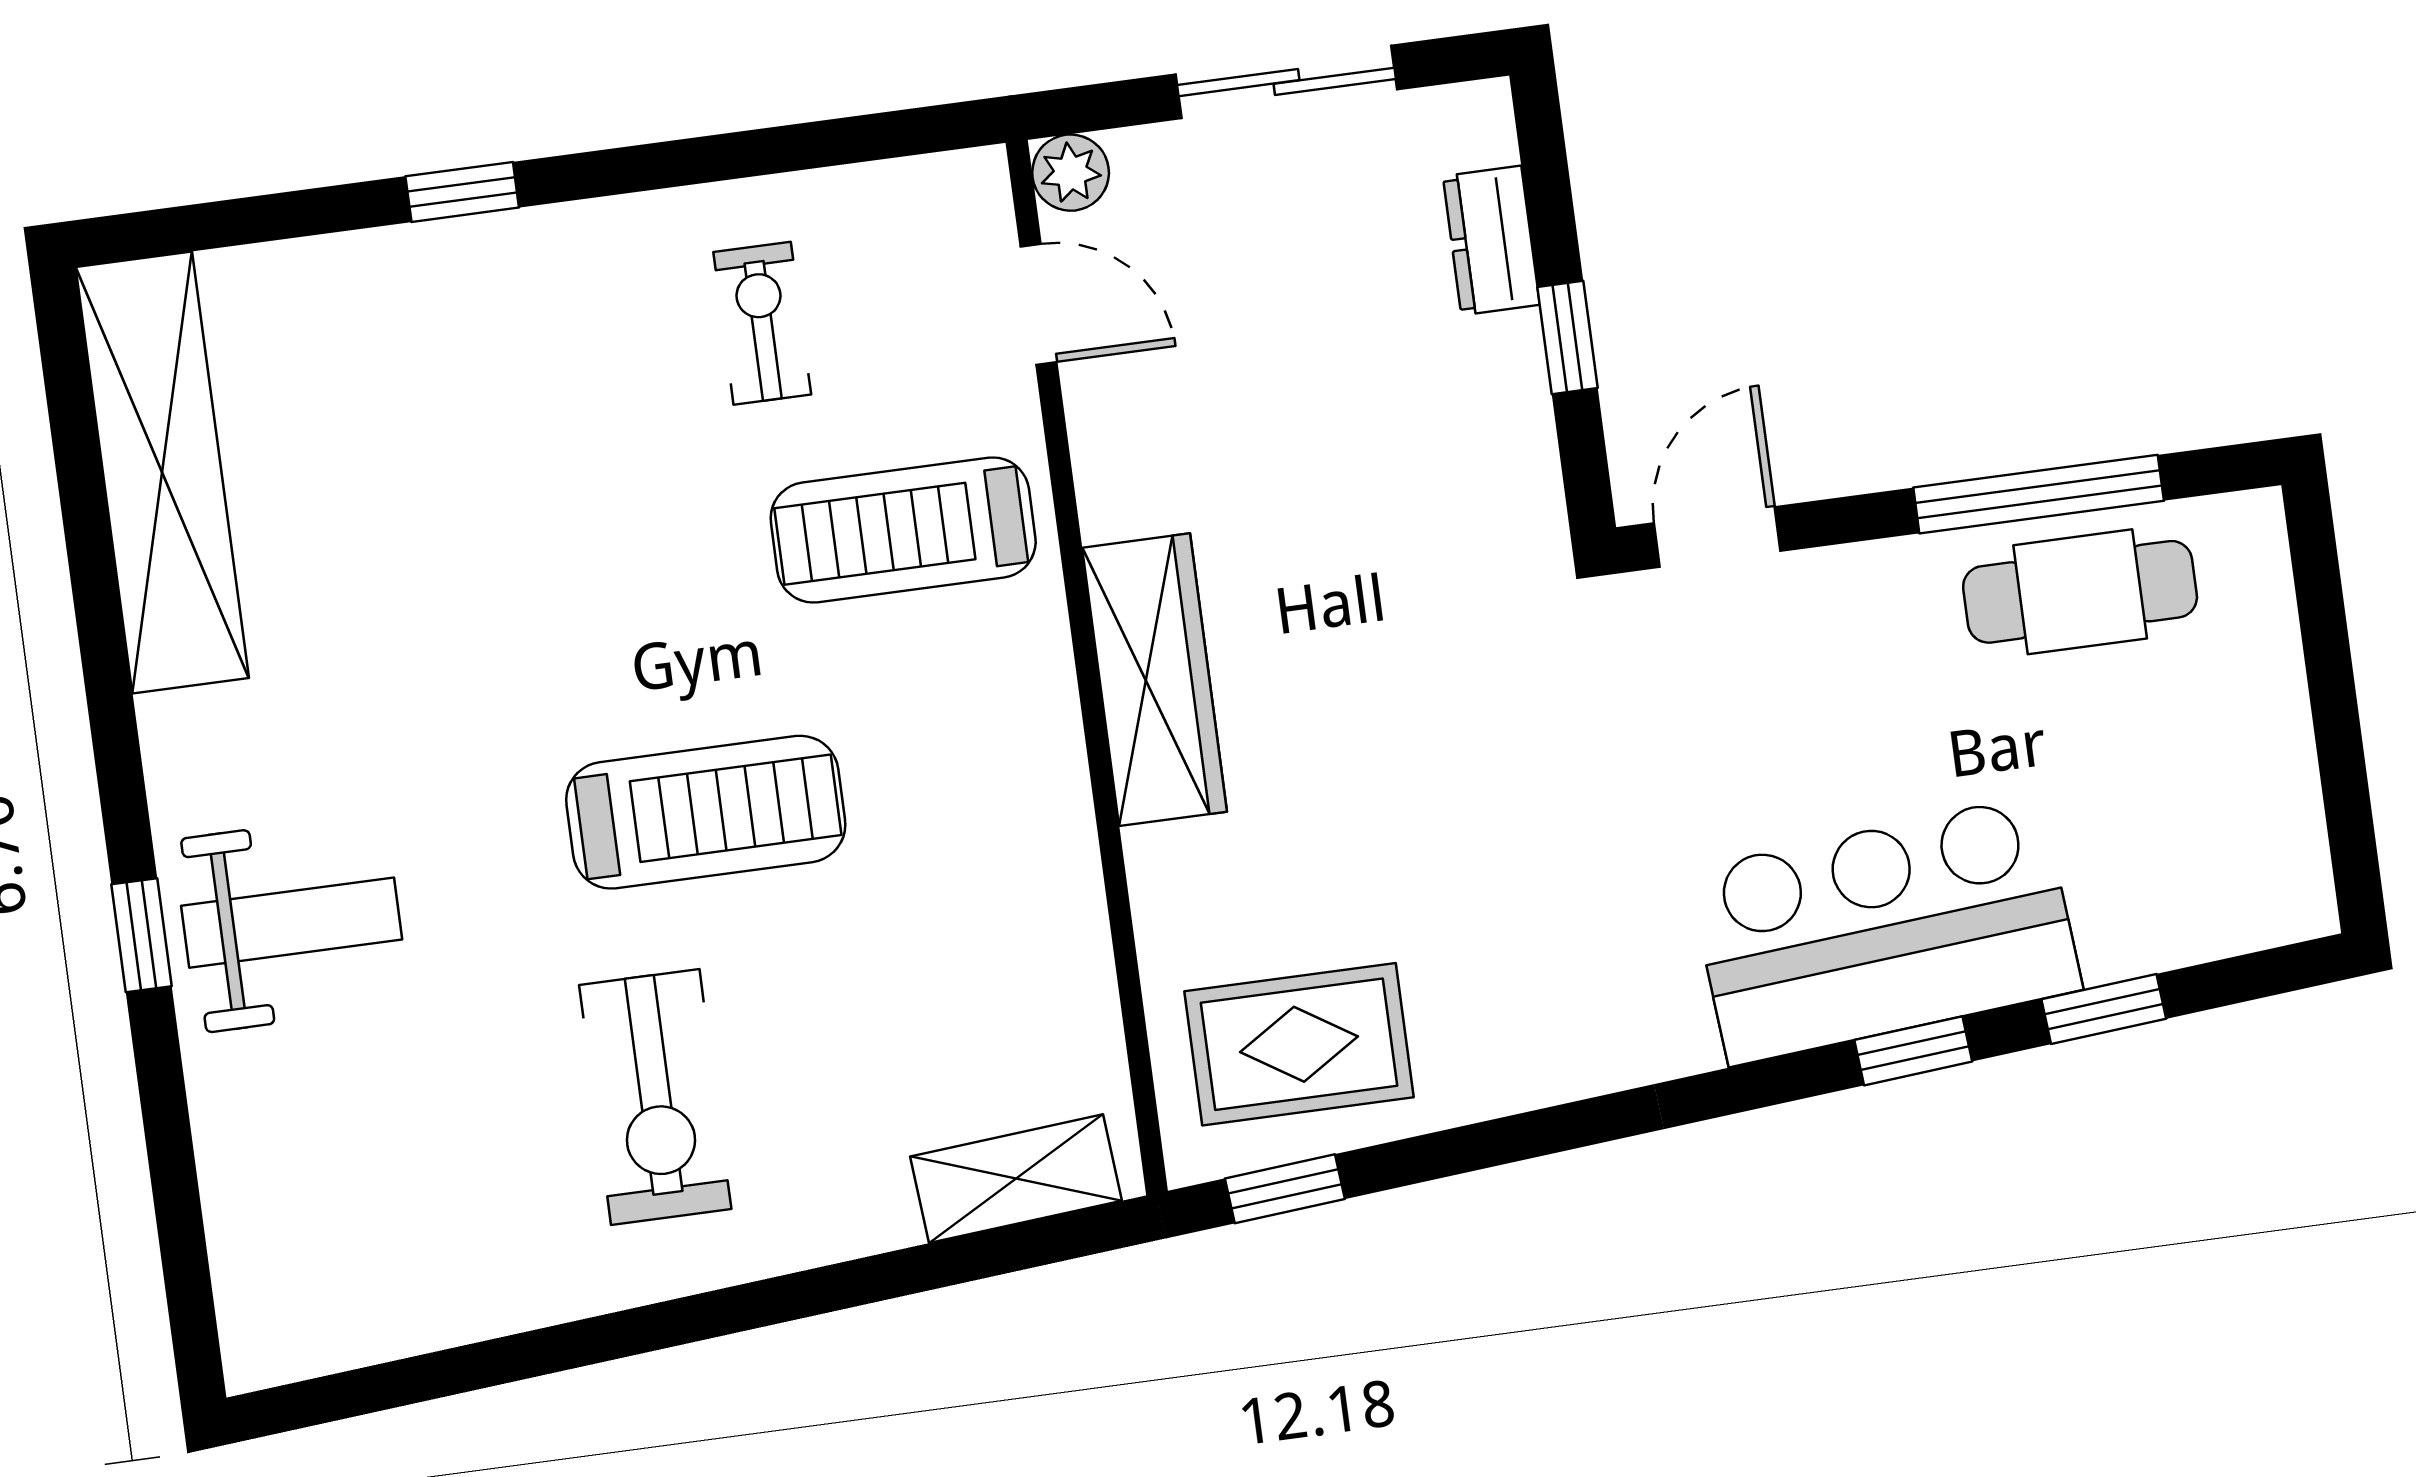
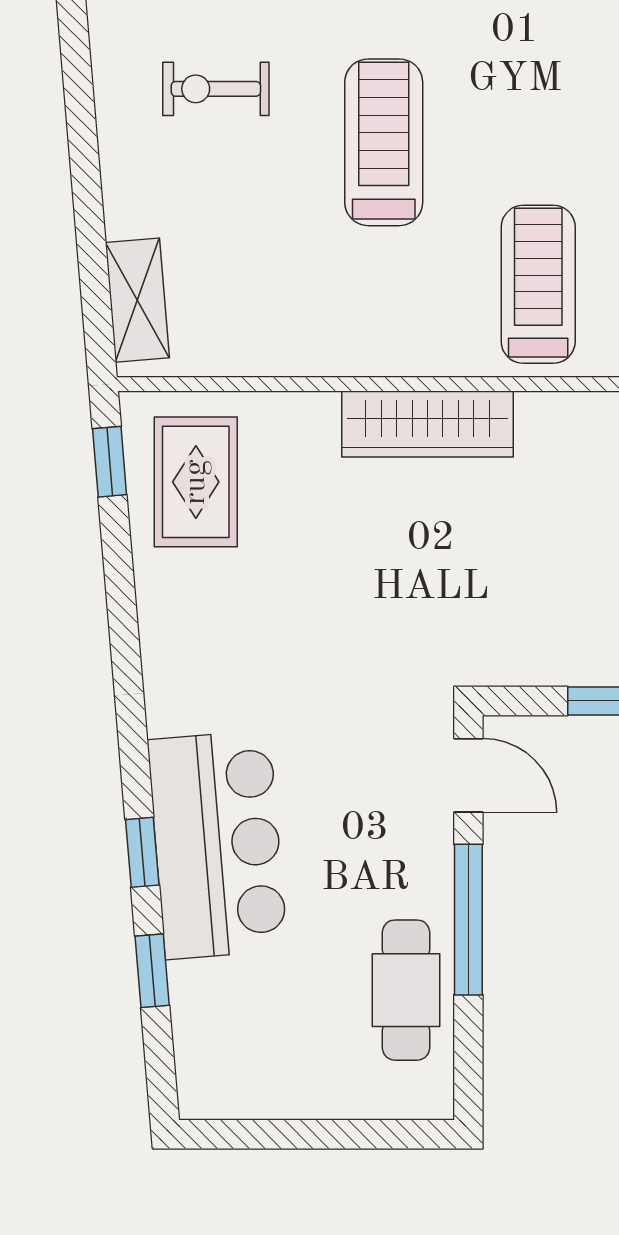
window: (2039, 494) -> (468, 920), moved
treadmill: (706, 812) -> (384, 142), turned 180
exercise bike: (655, 1097) -> (216, 89), width x0.73, depth x0.72

